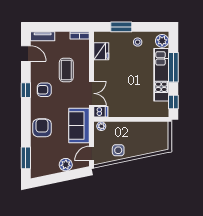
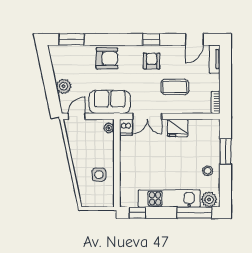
fridge: (101, 51) -> (178, 128), moved
window: (173, 67) -> (194, 213), moved
side table: (118, 150) -> (99, 175), moved
door: (91, 154) -> (77, 116), hinge flipped

